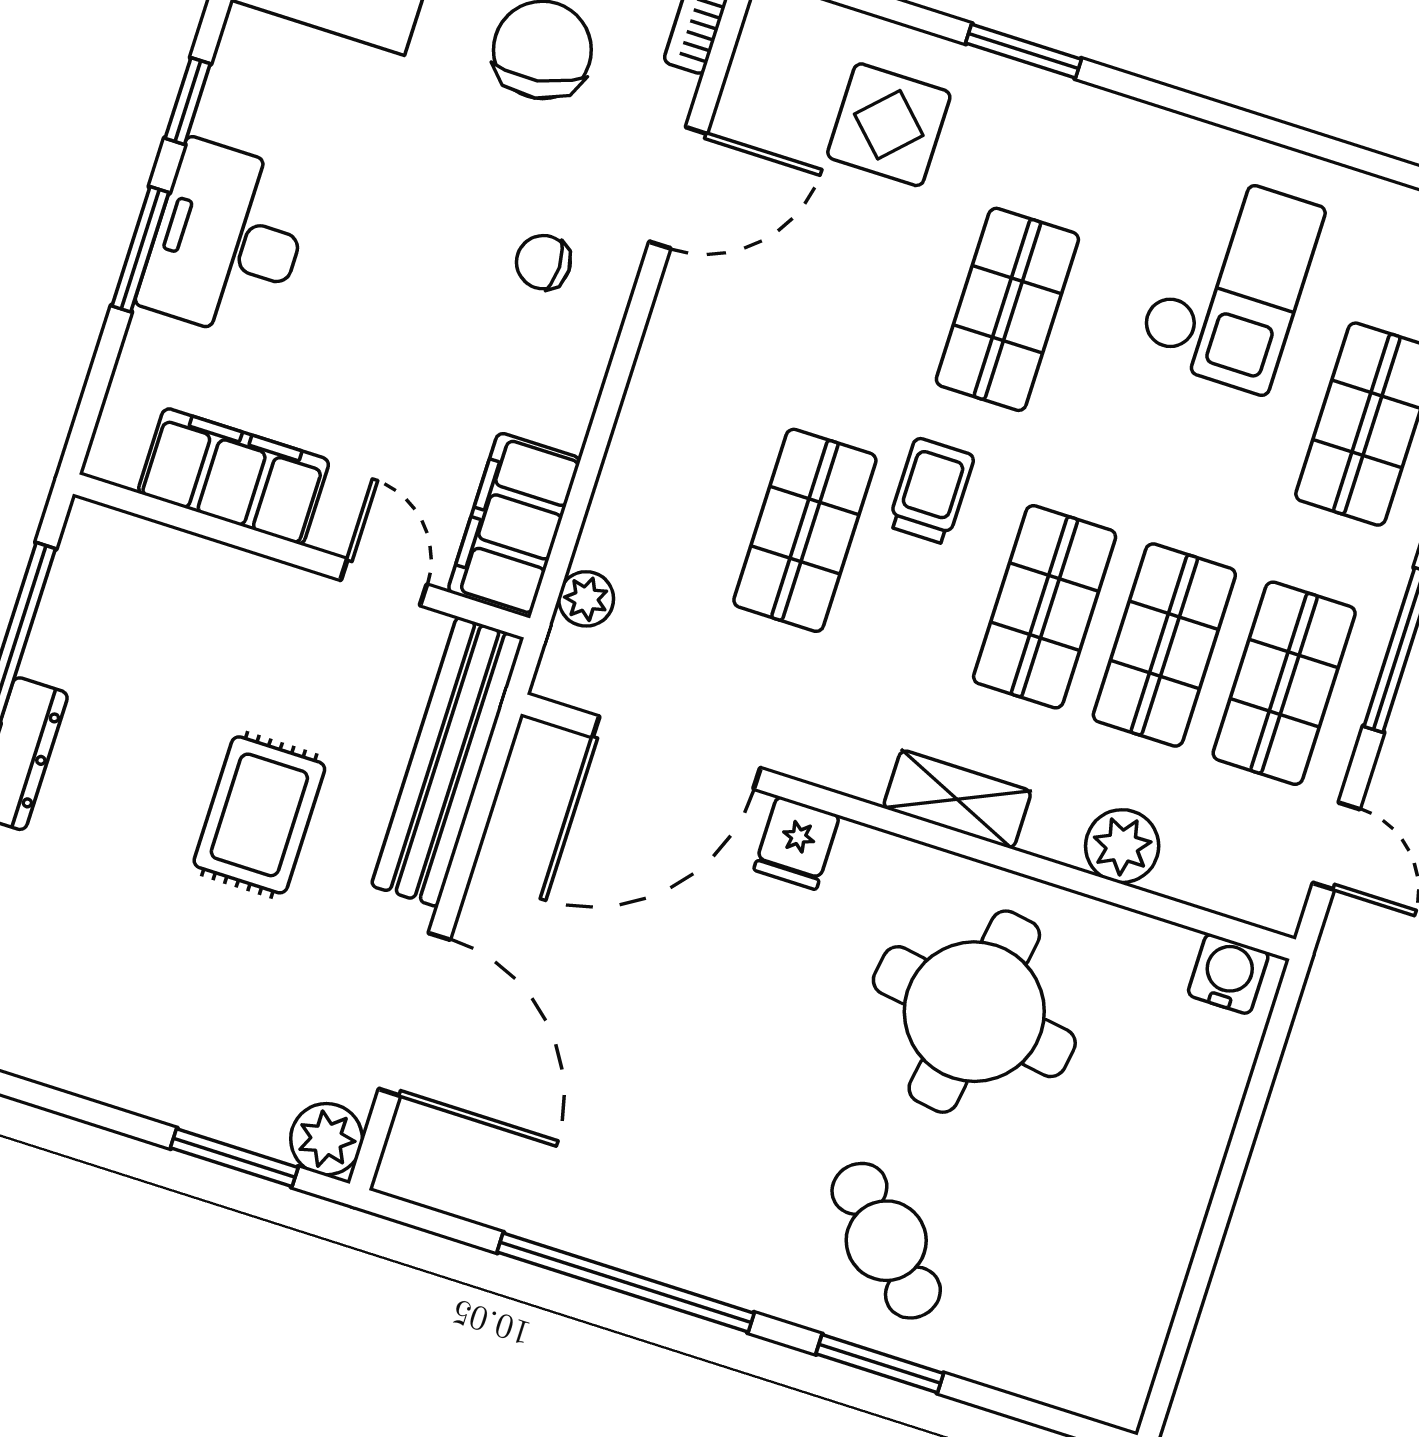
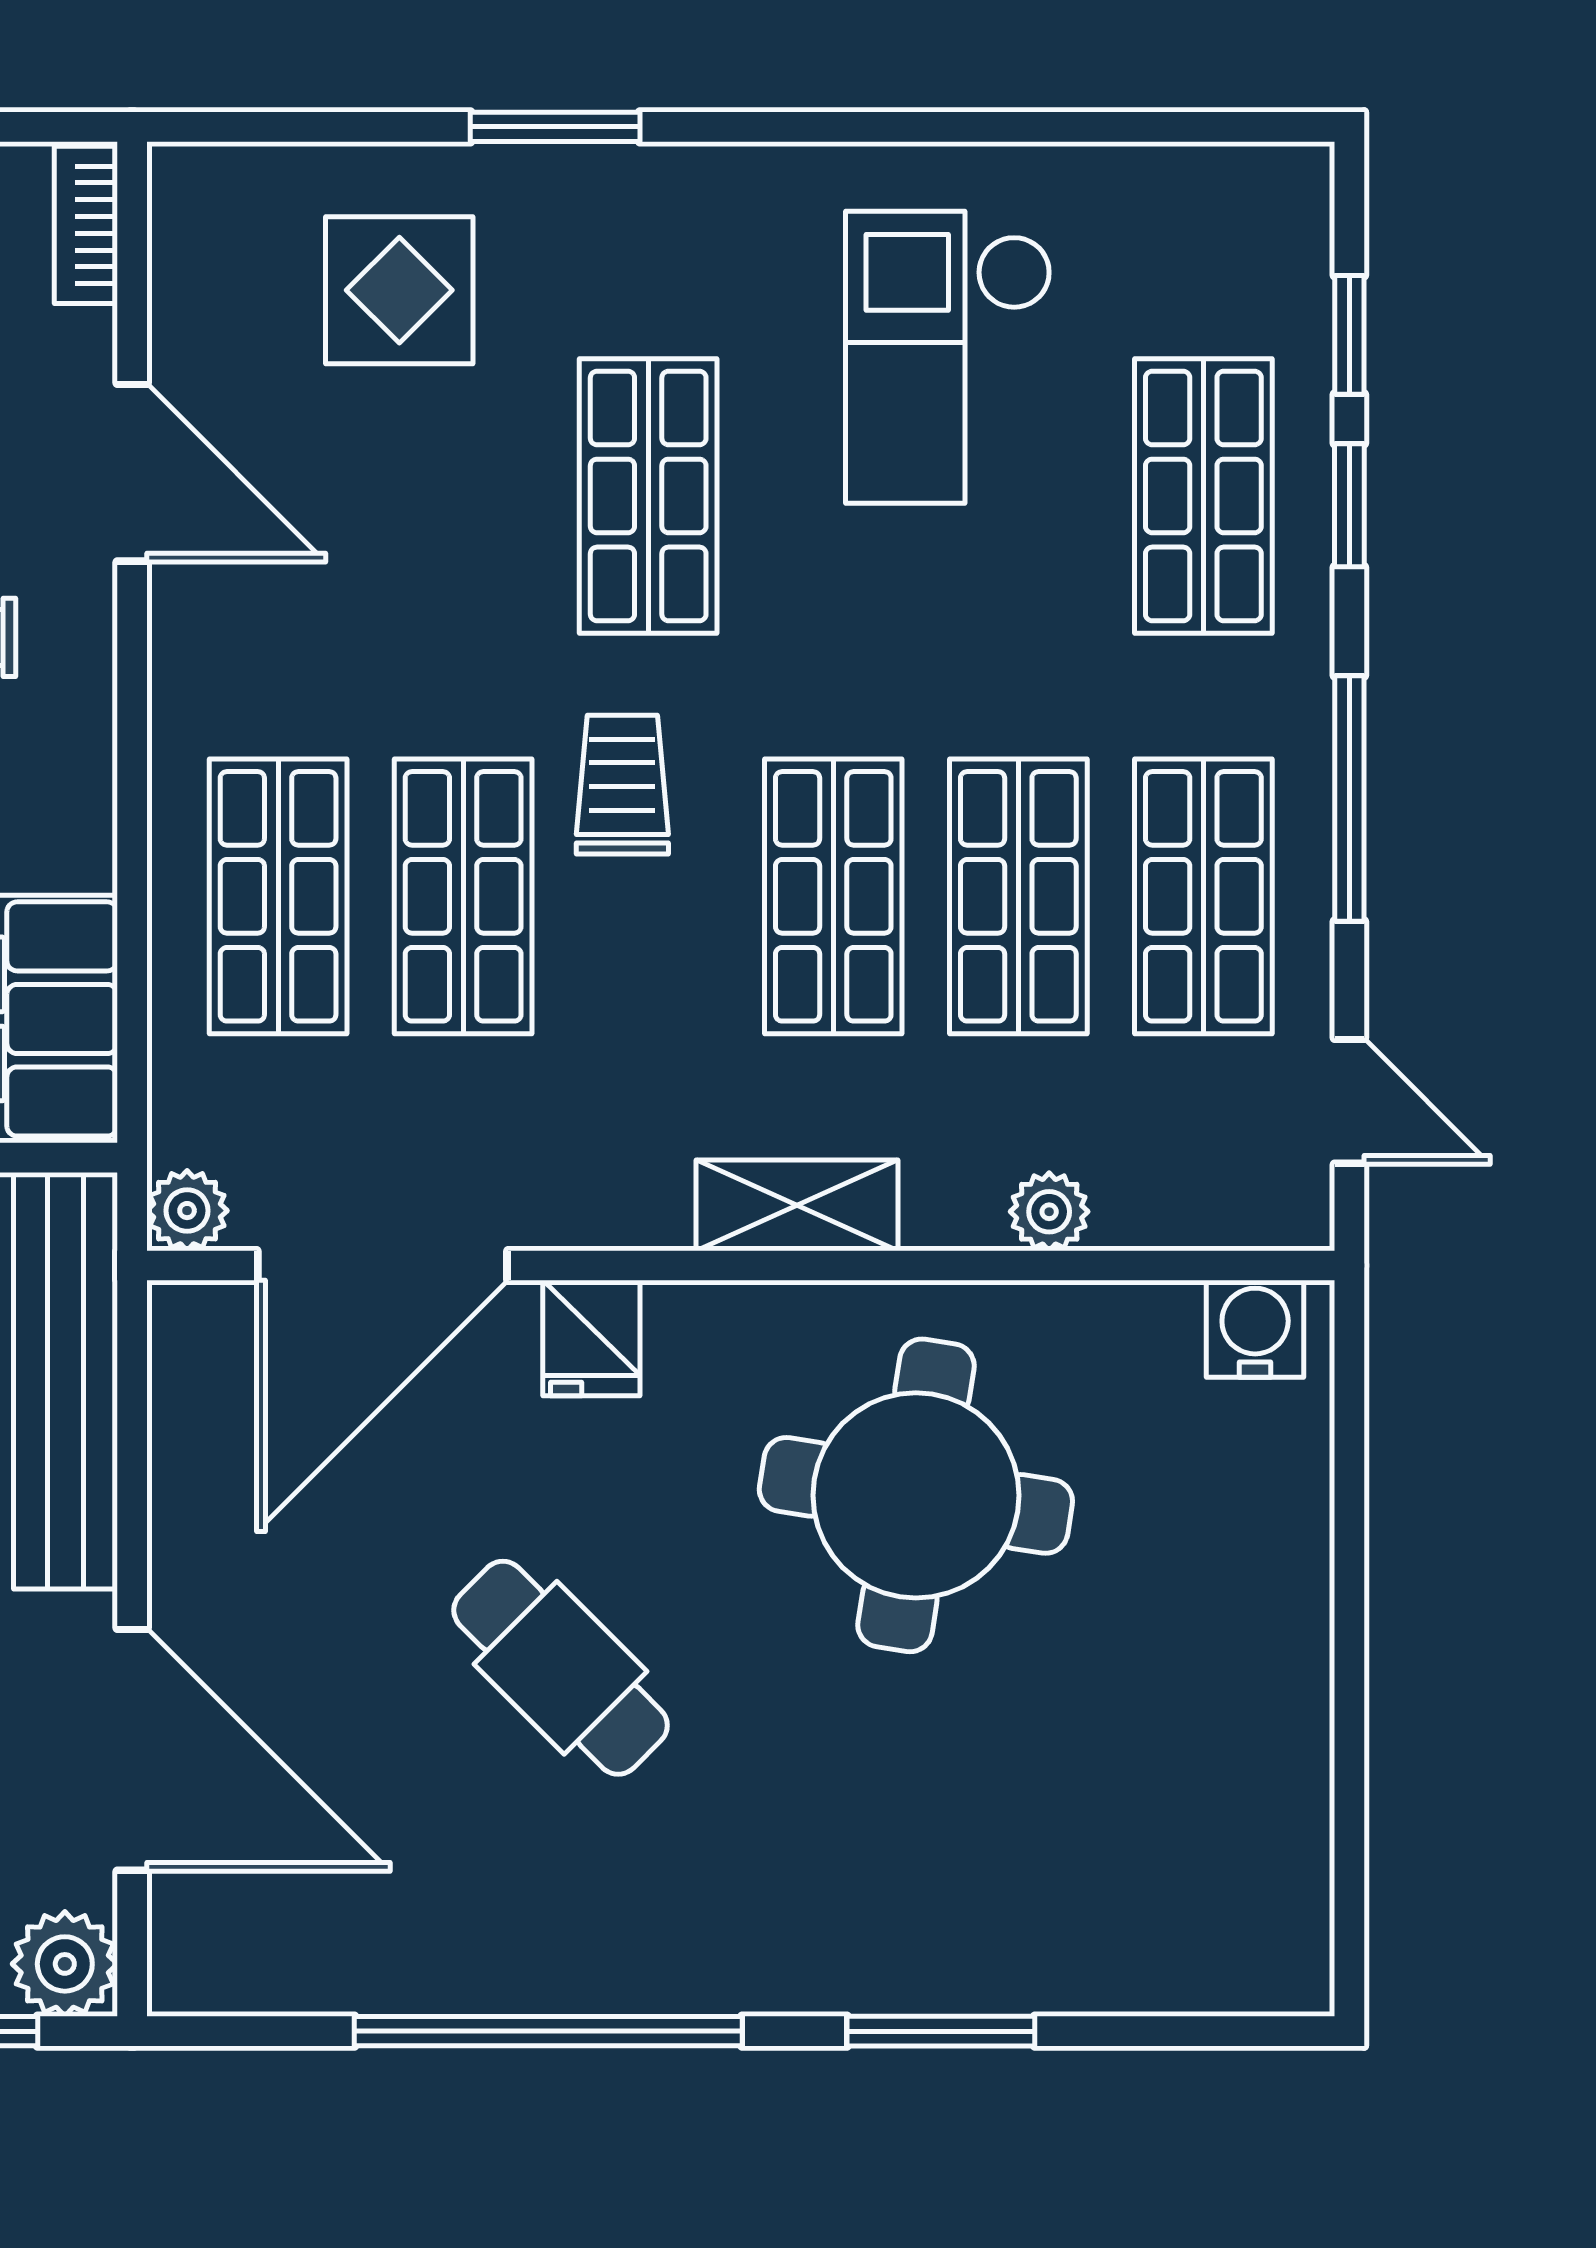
door: (678, 188) -> (132, 473), hinge flipped
checkout: (1230, 282) -> (948, 357), turned 180
shop shelf: (685, 492) -> (278, 896), added
plant: (586, 599) -> (187, 1211), moved
plant: (1122, 846) -> (1049, 1212), width x0.73, depth x0.73
cafe table: (886, 1241) -> (561, 1668), moved

